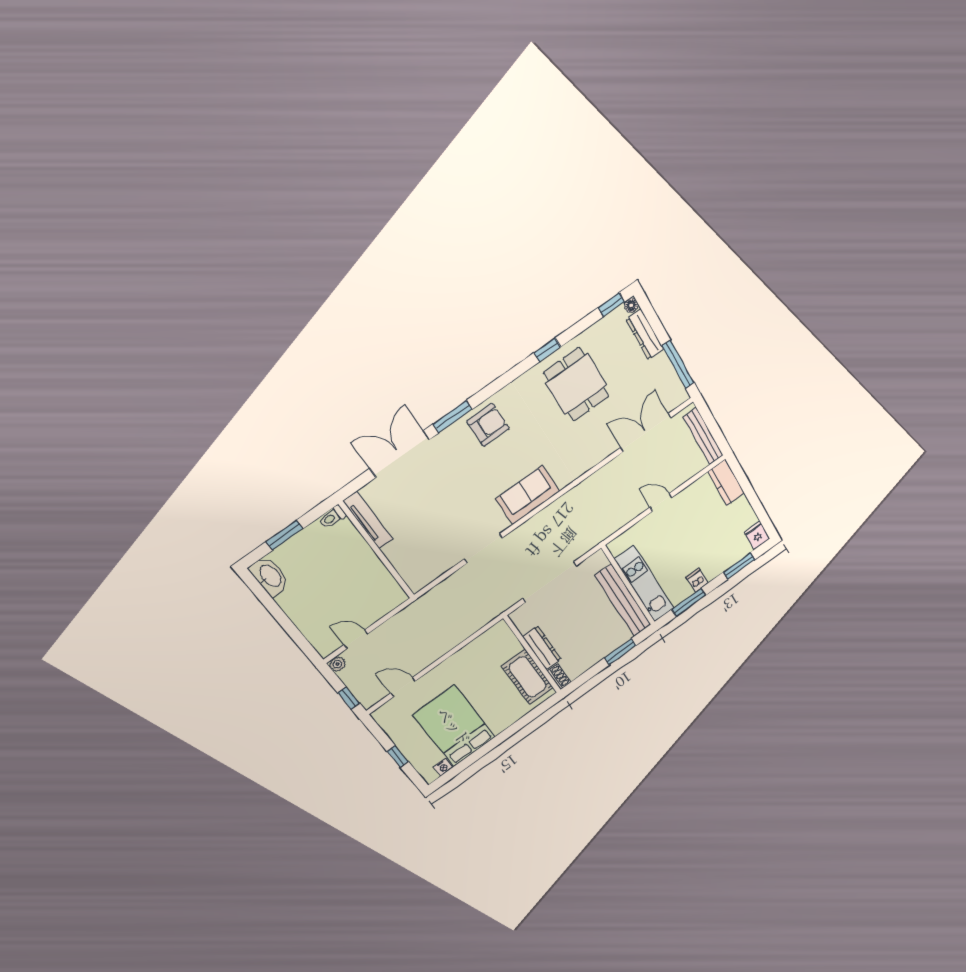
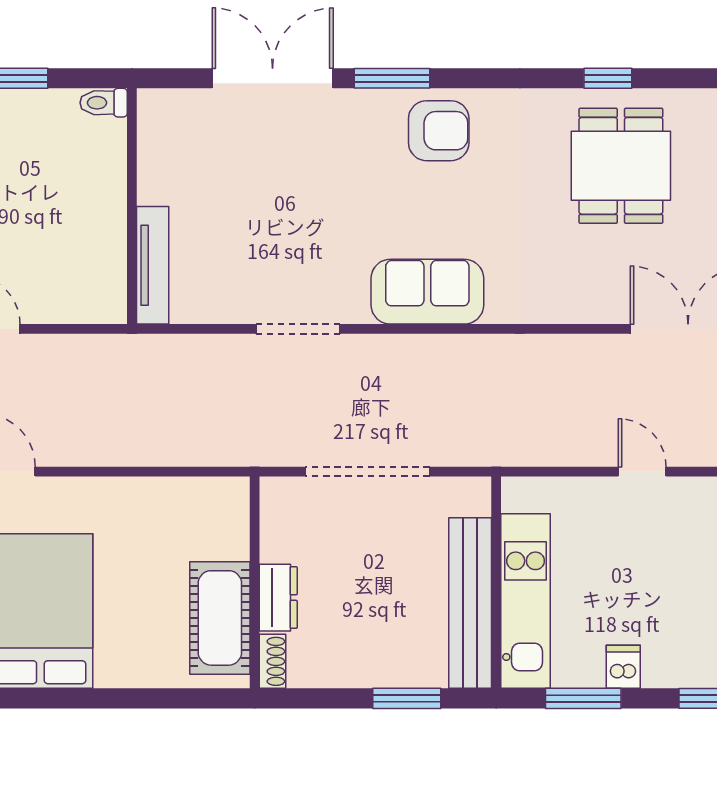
tv unit: (368, 520) -> (153, 265), moved
dresser: (542, 648) -> (278, 598), width x0.70

